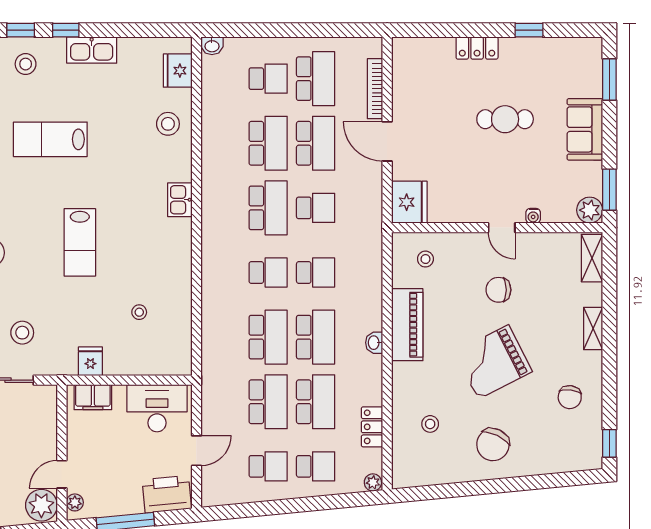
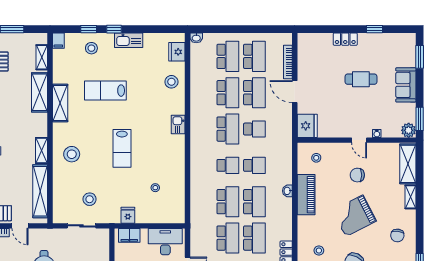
school desk: (268, 79) -> (228, 56), width x1.85
shelving: (592, 258) -> (408, 164), width x1.50, depth x1.33
washbasin: (374, 343) -> (287, 191), moved

